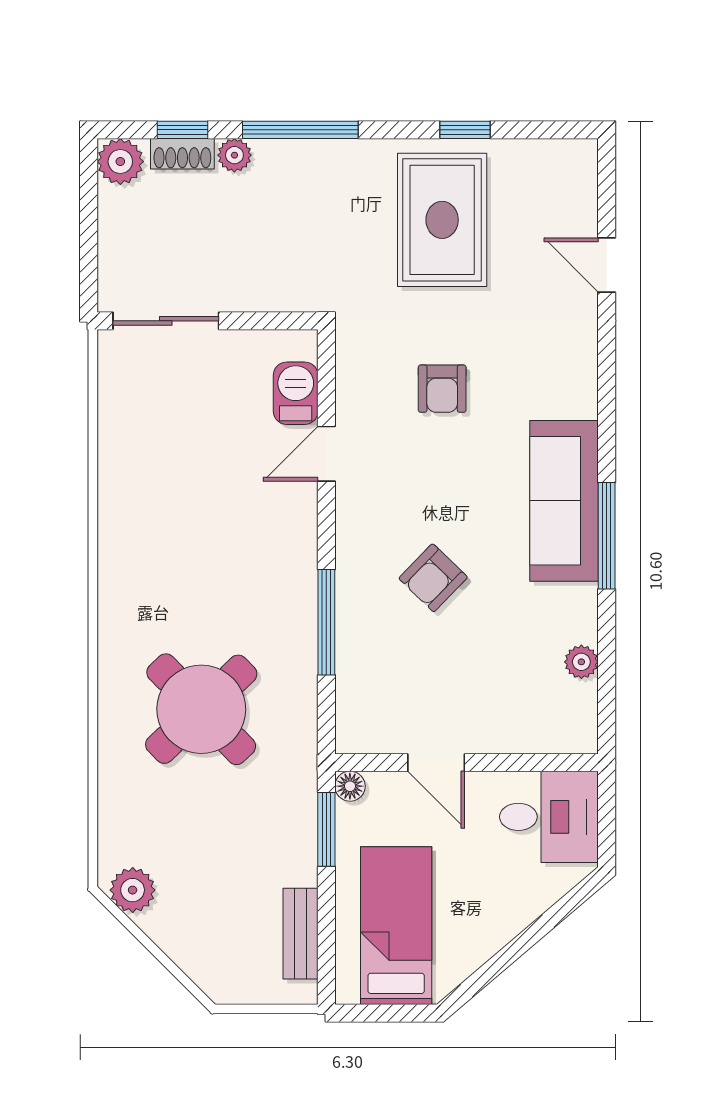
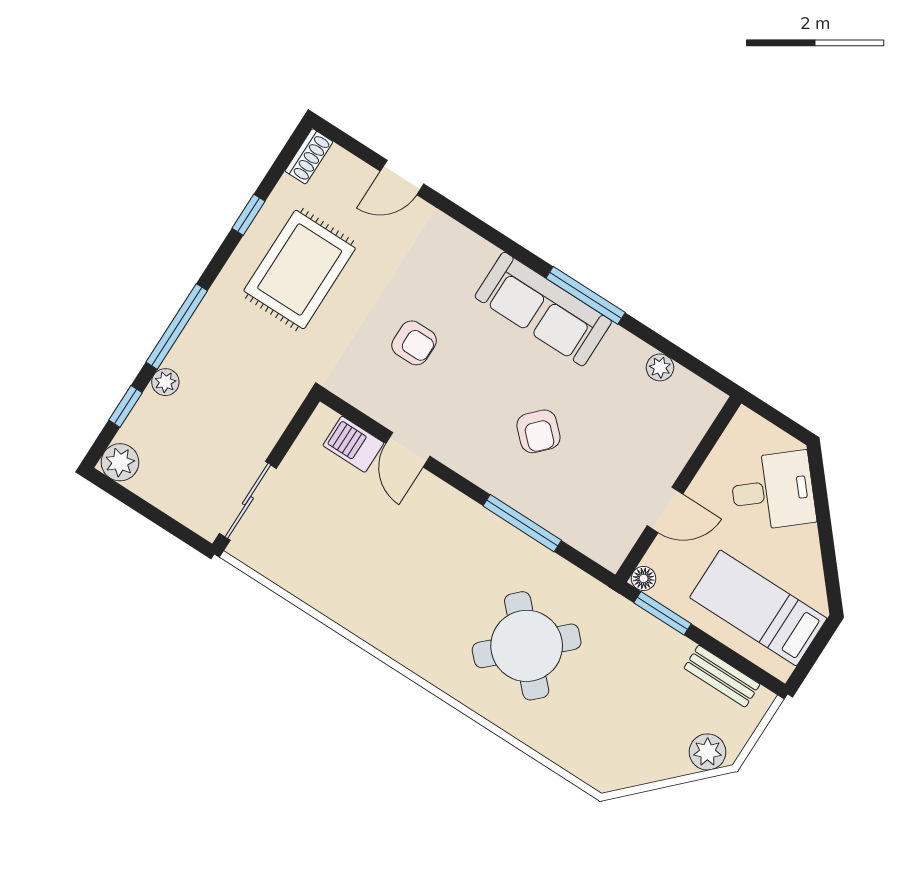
shoe rack: (182, 154) -> (309, 156), moved
rug: (442, 220) -> (300, 270), turned 90
desk: (549, 817) -> (773, 491), moved, turned 50
plant: (133, 890) -> (707, 752), moved

